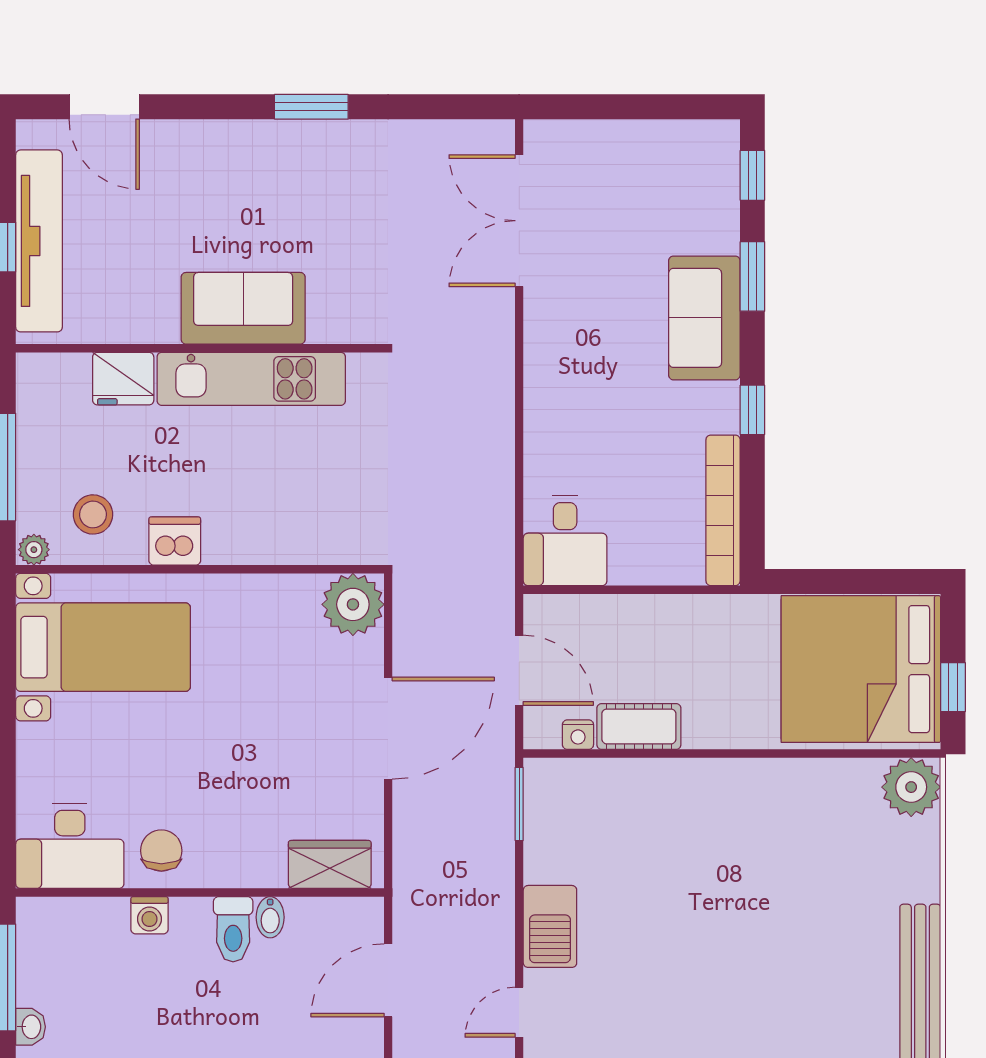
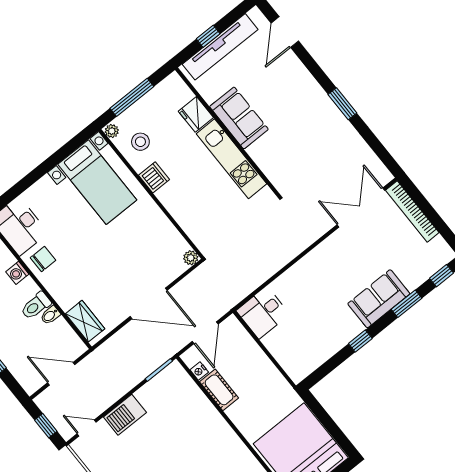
sofa: (243, 308) -> (239, 118), moved
bookcase: (723, 510) -> (412, 211), moved, turned -90
plant: (353, 604) -> (191, 258), width x0.53, depth x0.53

